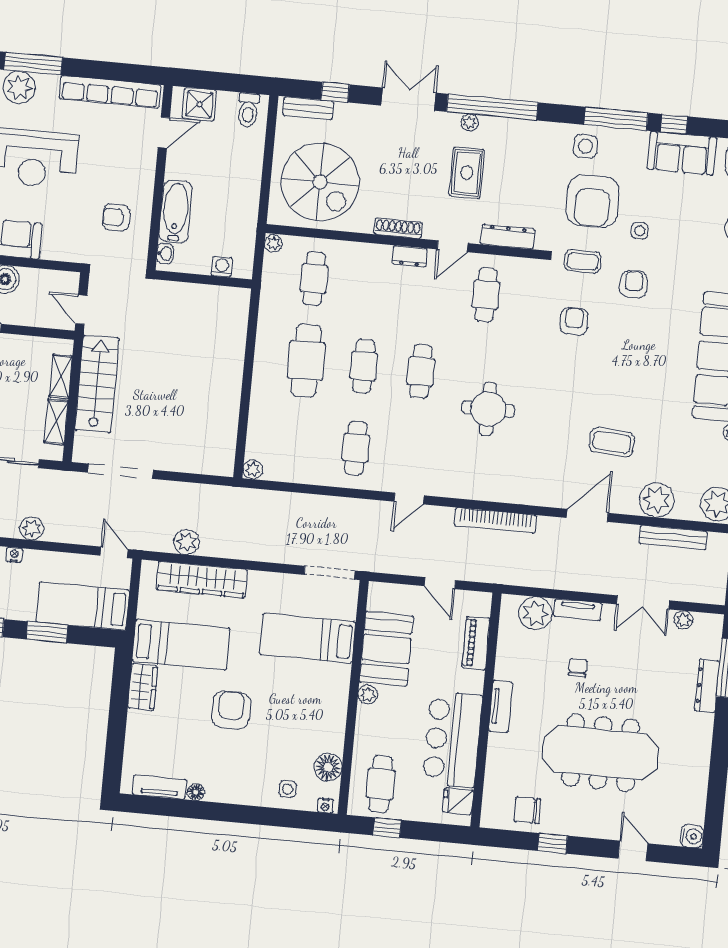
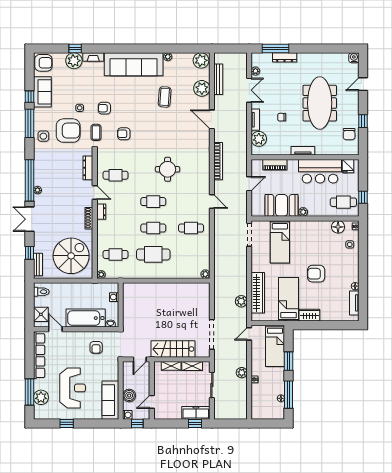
rug: (467, 173) -> (61, 189), removed
bathtub: (176, 212) -> (86, 318), width x1.36, depth x1.36
coffee table: (612, 442) -> (165, 97), moved

